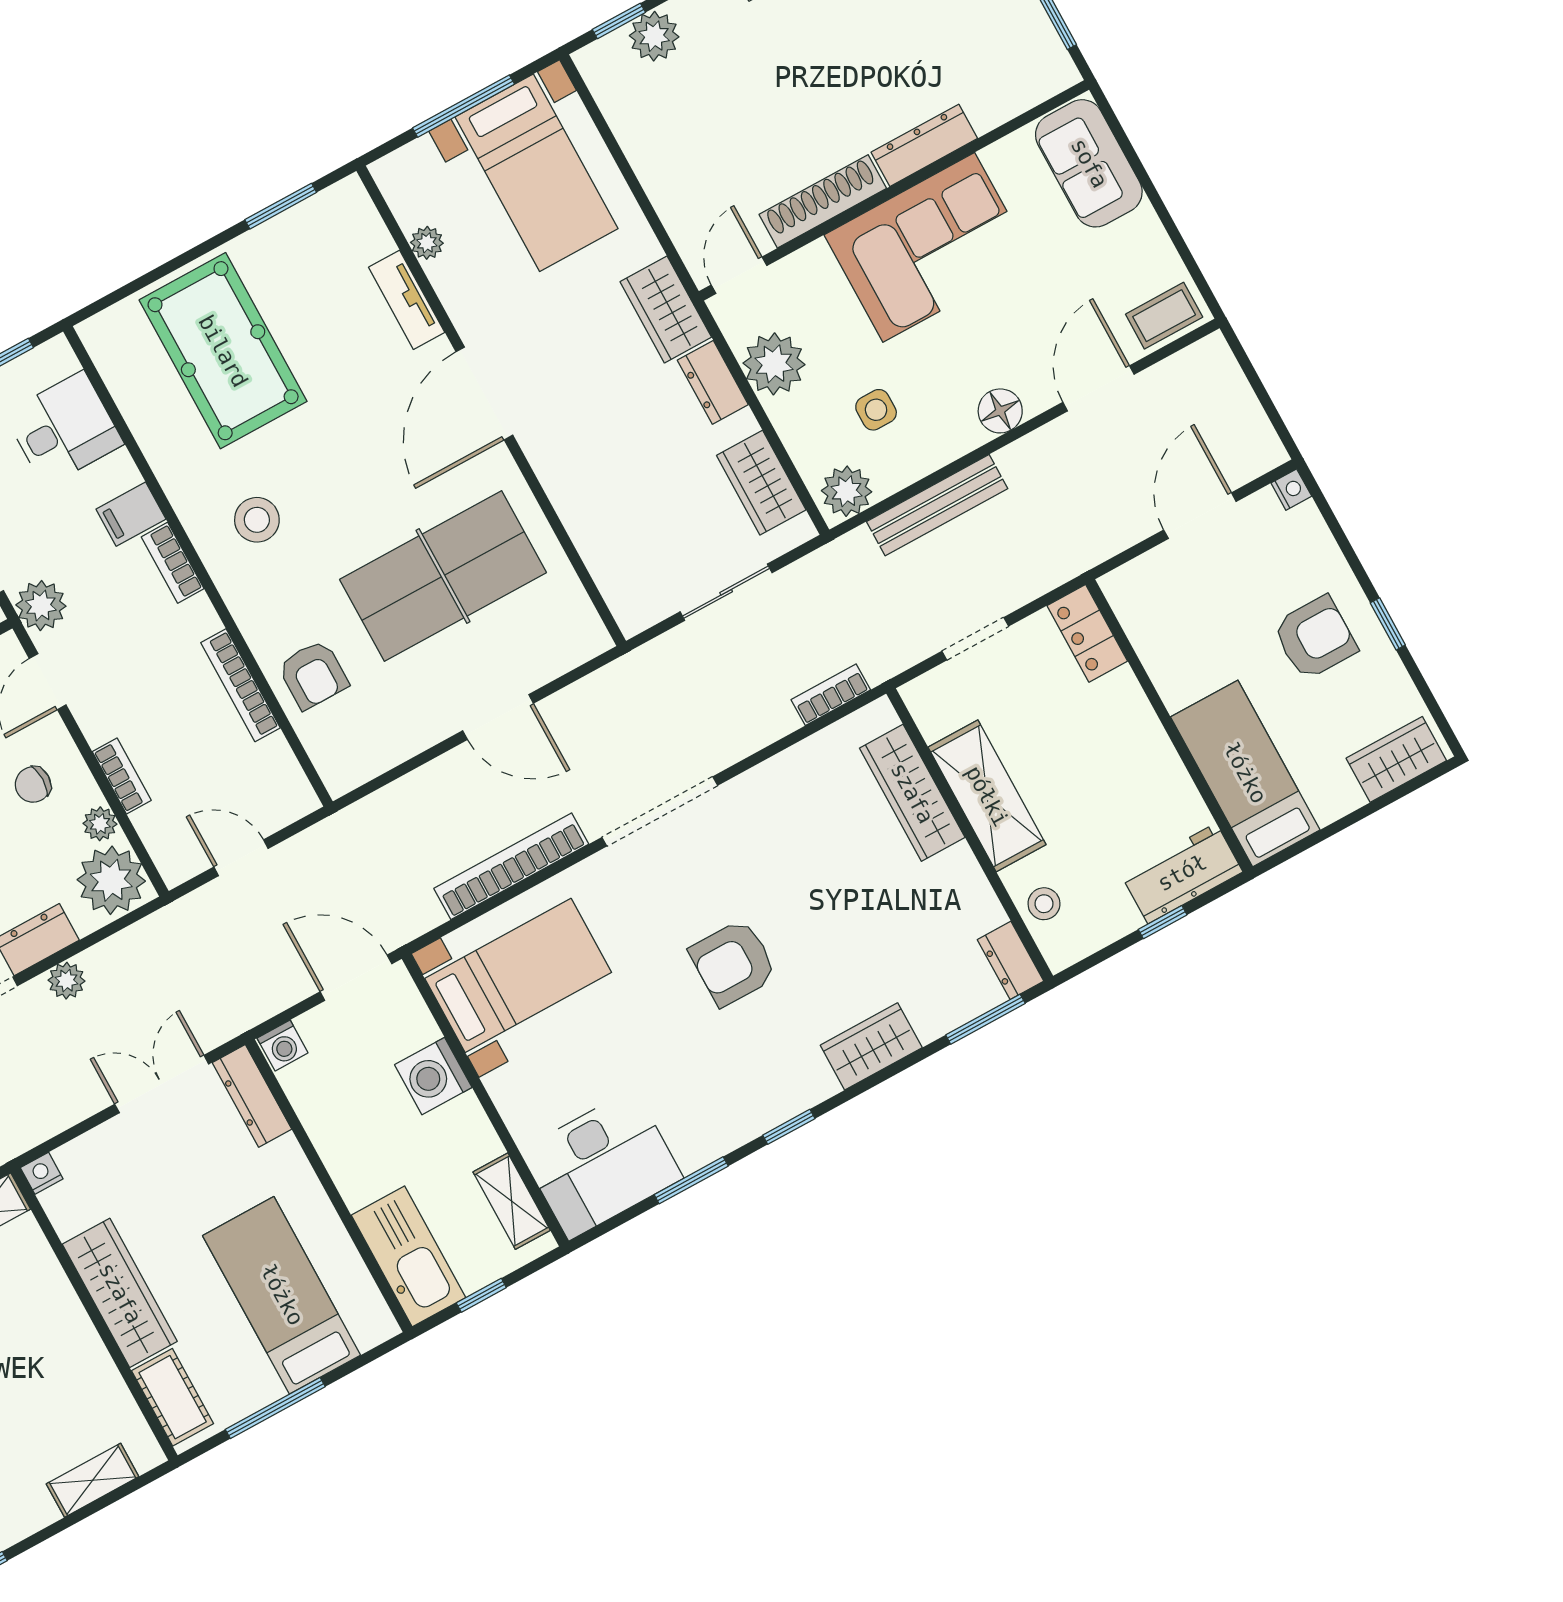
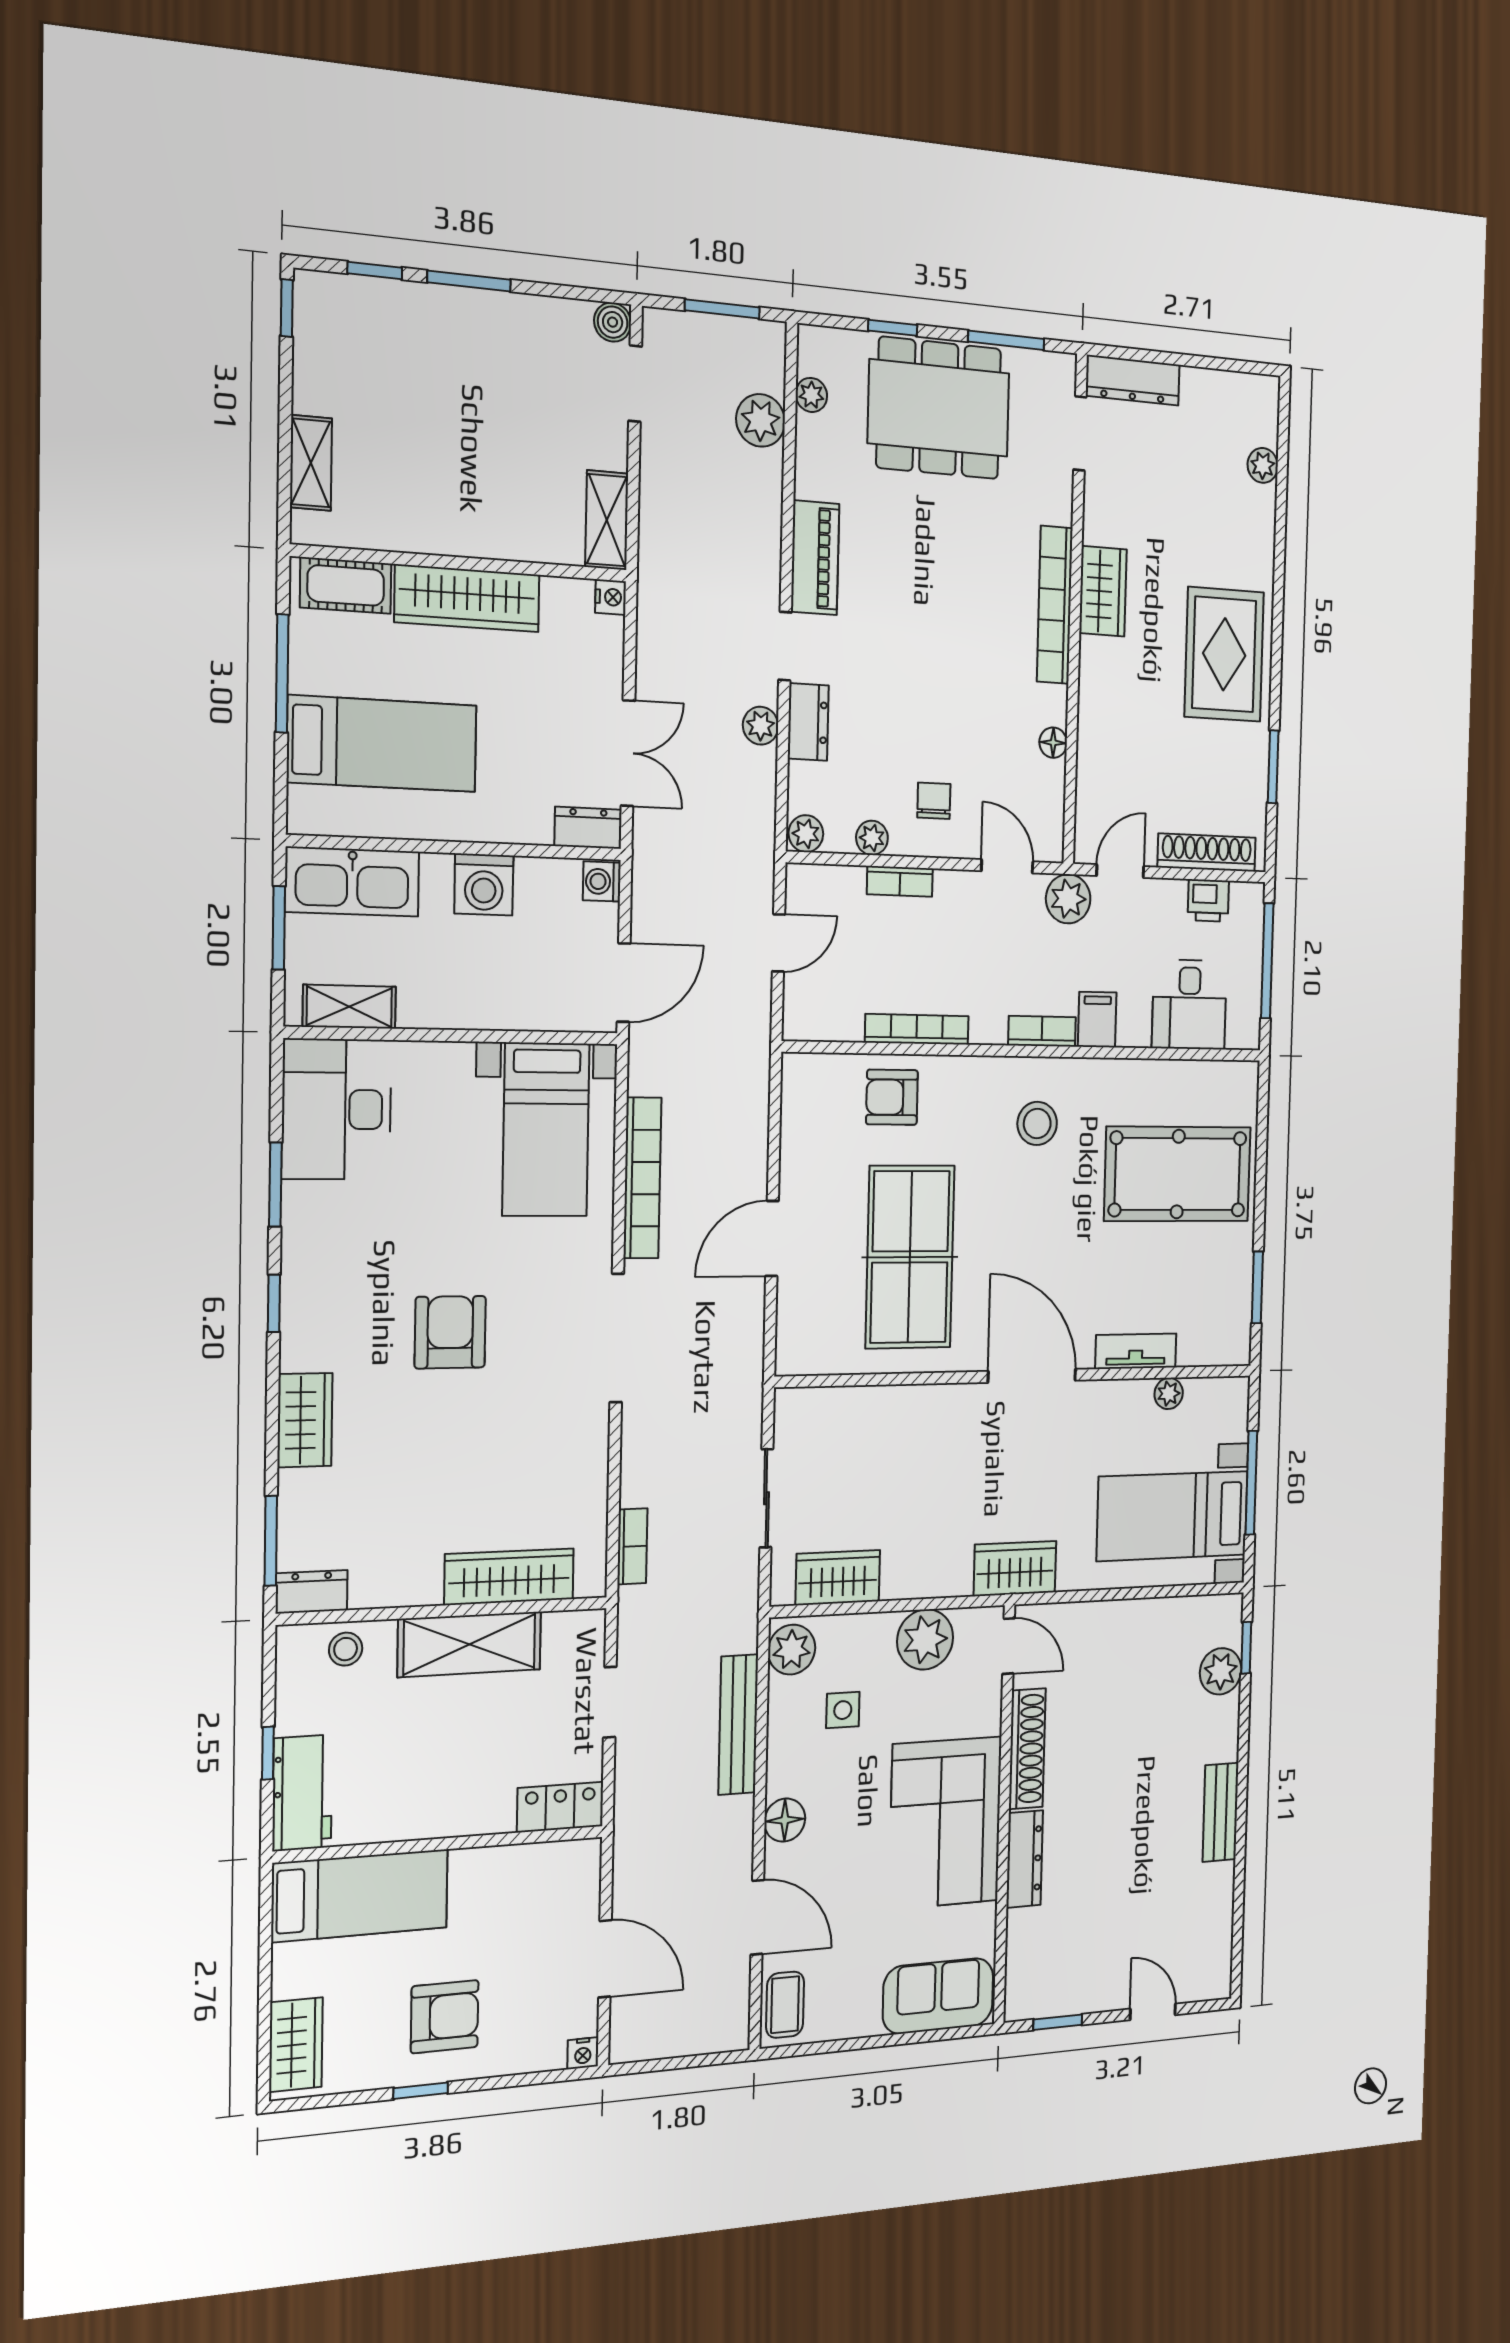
dresser: (713, 382) -> (938, 1578), removed
armchair: (1315, 638) -> (445, 2017), turned -90
plant: (111, 880) -> (806, 834), width x0.53, depth x0.53
washing machine: (433, 1076) -> (484, 885), moved, turned 180
dresser: (252, 1096) -> (588, 828), width x0.70
window: (481, 1295) -> (279, 928), width x1.50

